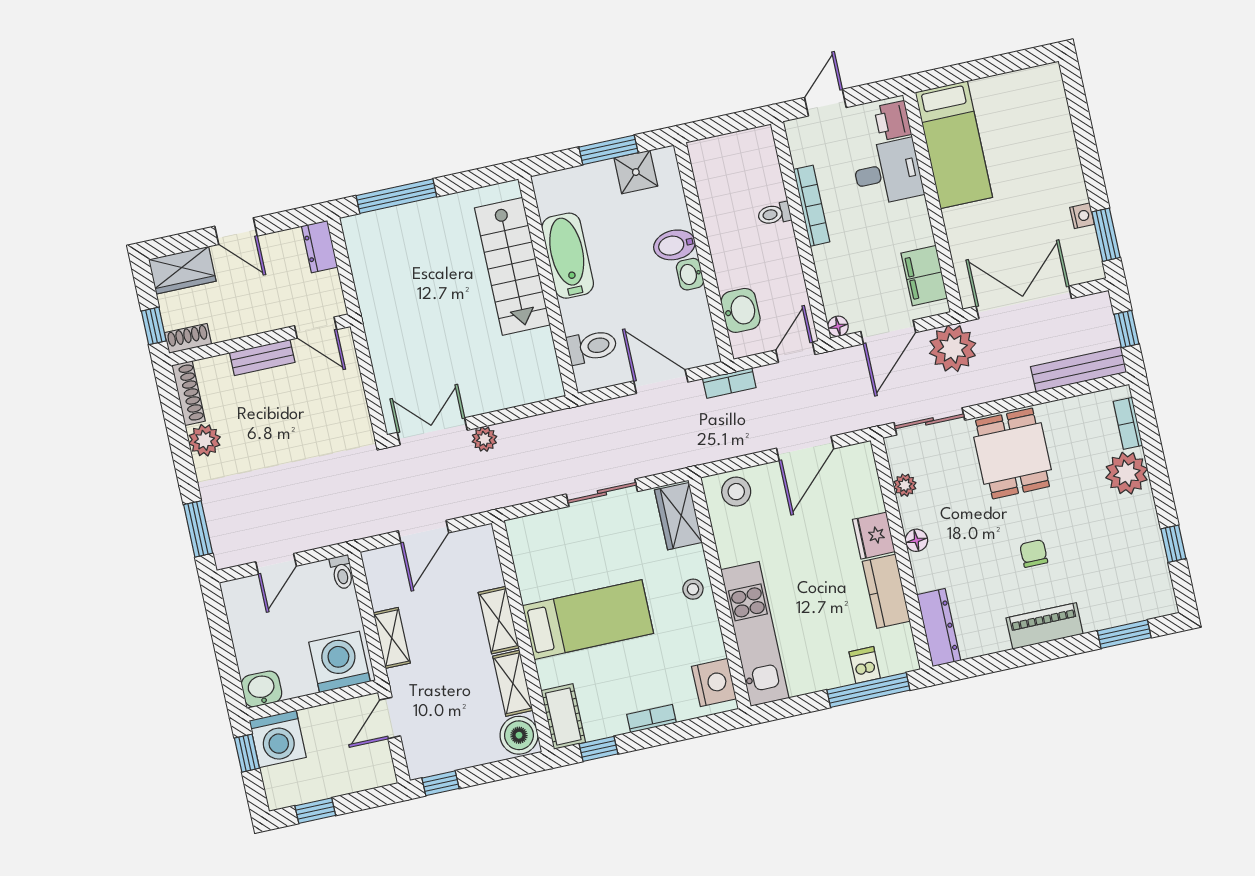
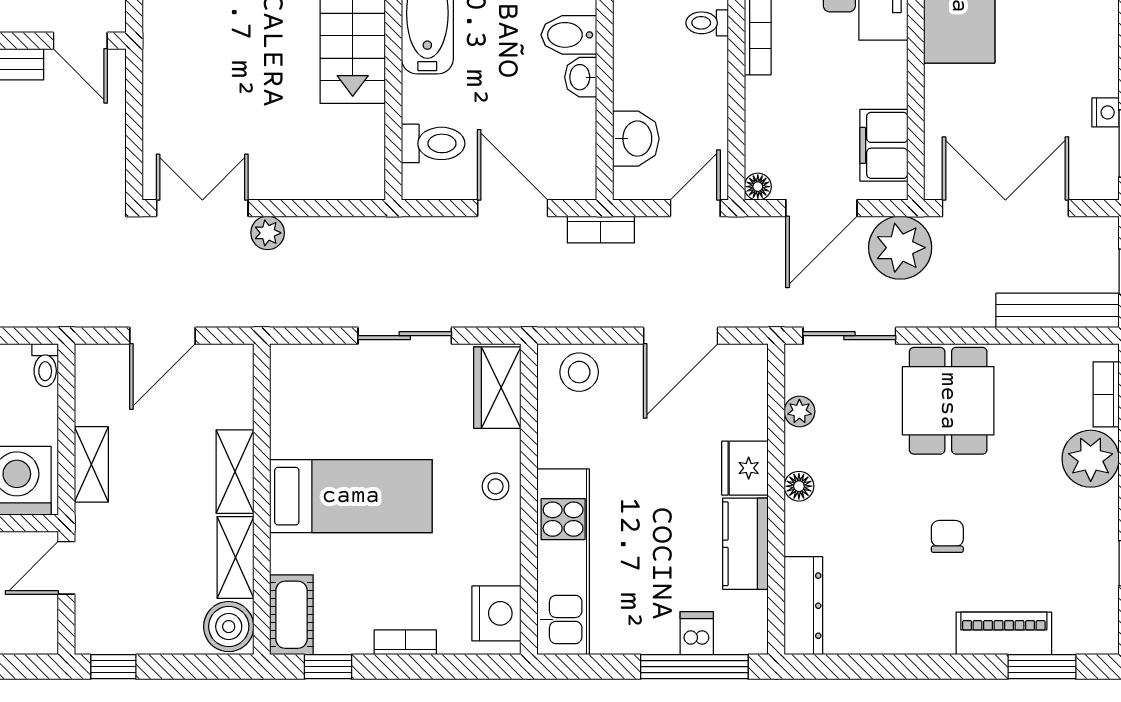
piano: (1045, 626) -> (1004, 633), moved

